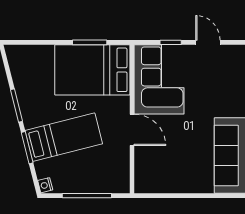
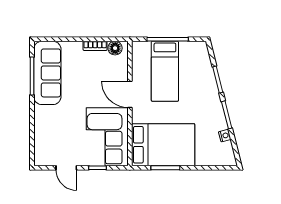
bed: (64, 137) -> (165, 71), moved, turned -76
nightstand: (45, 185) -> (225, 136), moved
floor lamp: (150, 185) -> (115, 48), added
bookcase: (174, 188) -> (95, 46), added

